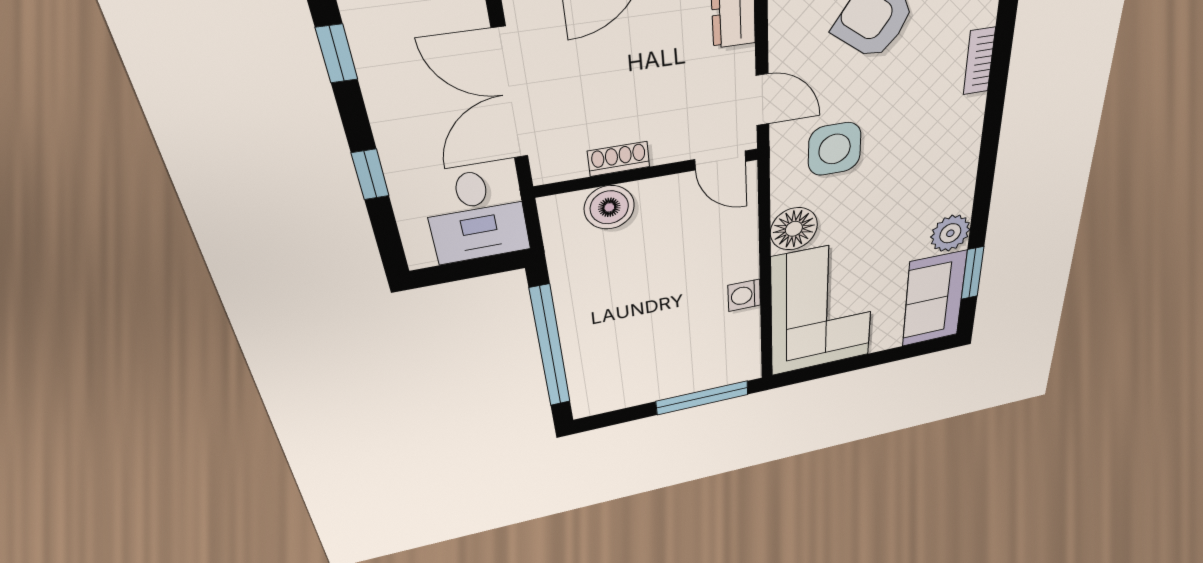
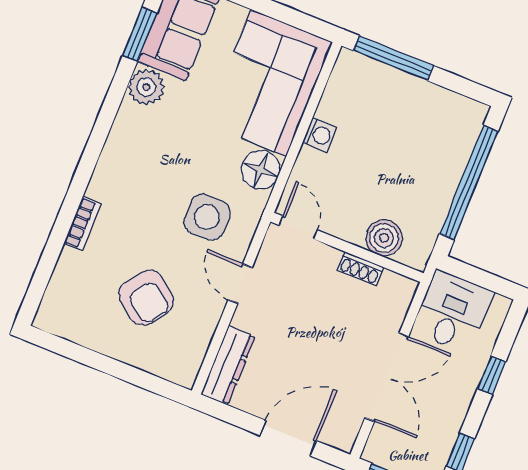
shoe rack: (619, 159) -> (360, 269), moved
door: (720, 160) -> (298, 228), moved
wall: (649, 173) -> (347, 247), moved
boiler: (609, 207) -> (384, 238), moved

